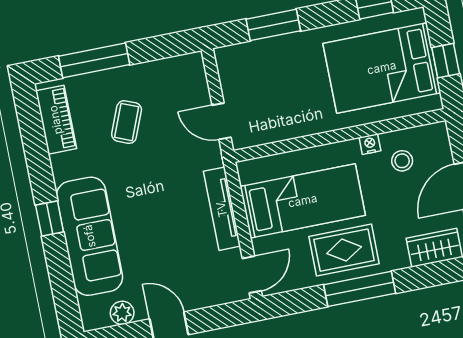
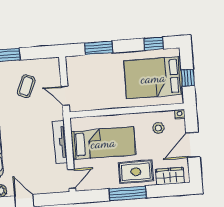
coffee table: (127, 122) -> (26, 86), moved
nightstand: (370, 144) -> (180, 114), moved
rug: (344, 250) -> (136, 172), moved

